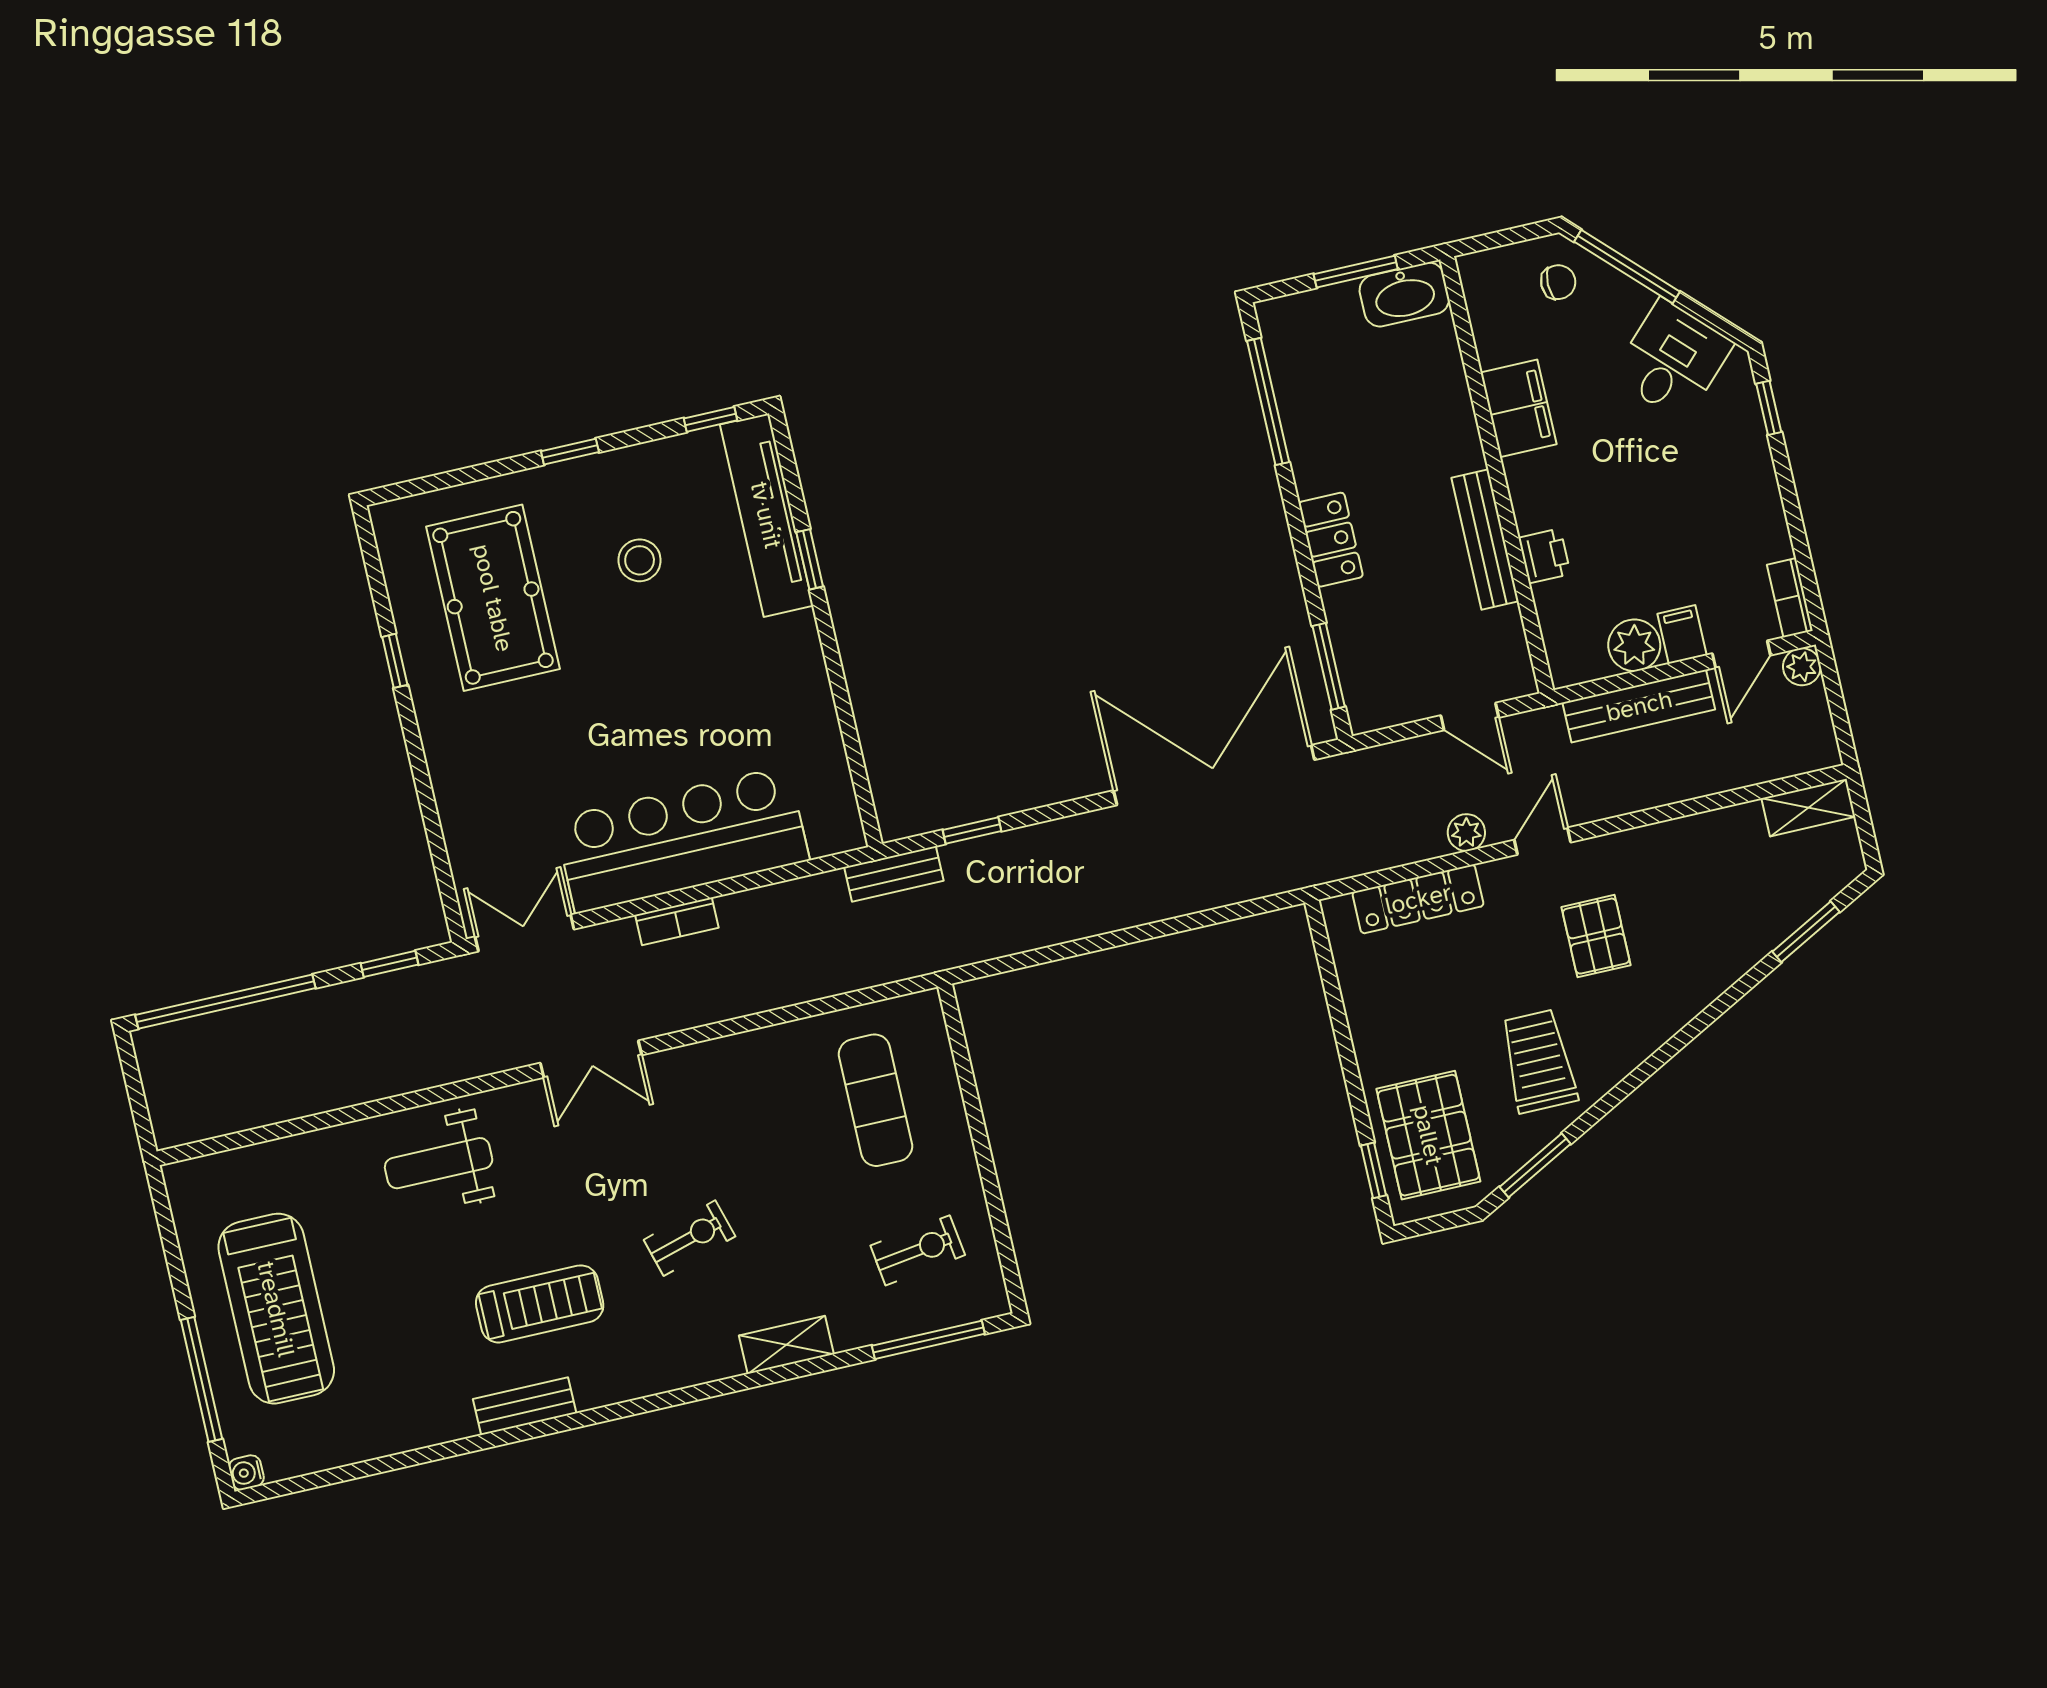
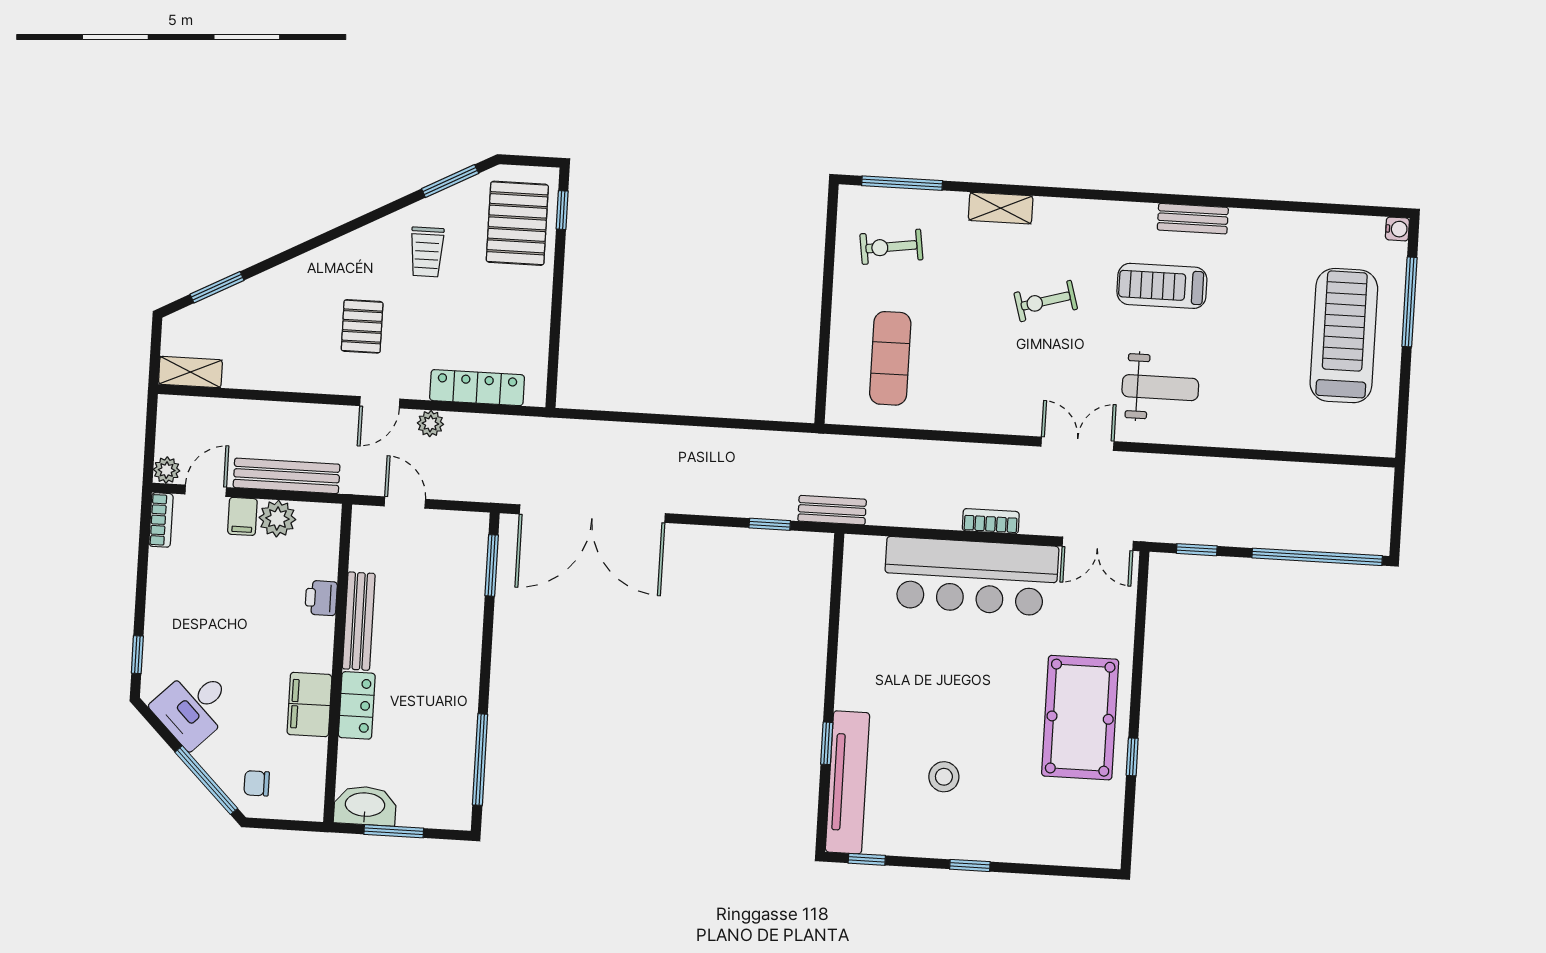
locker: (1331, 540) -> (357, 705), moved, turned 180
pool table: (493, 598) -> (1080, 718), moved
trolley: (1539, 1061) -> (427, 252), width x0.73, depth x0.72
weight bench: (439, 1163) -> (1160, 388), moved

